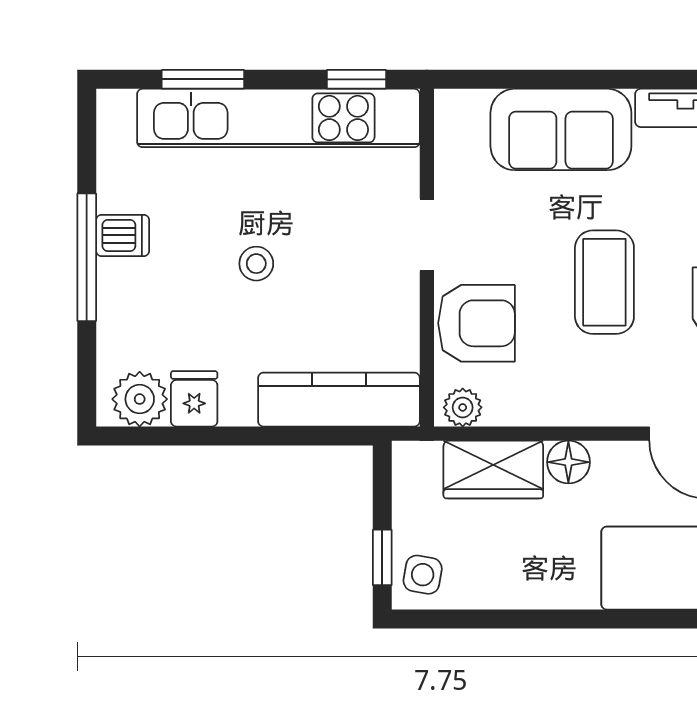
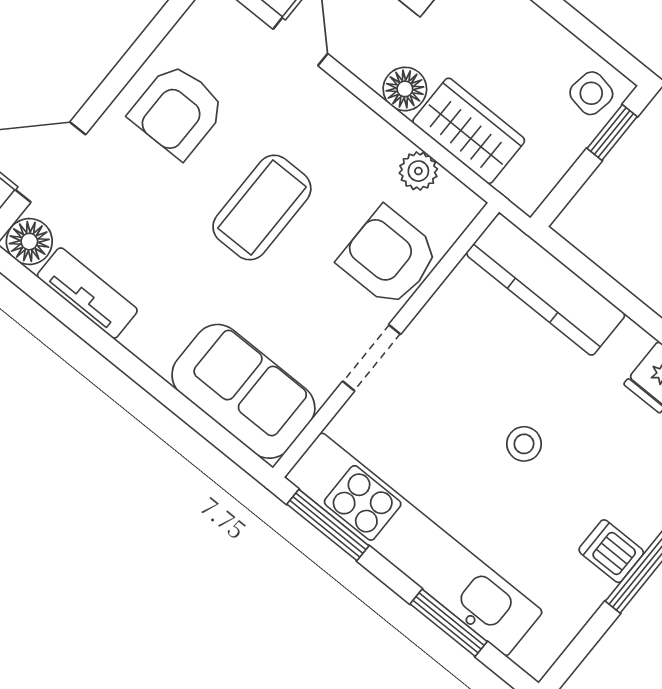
window: (356, 79) -> (328, 525), width x1.50
sofa: (561, 129) -> (243, 391), moved
plant: (463, 407) -> (418, 171), moved

